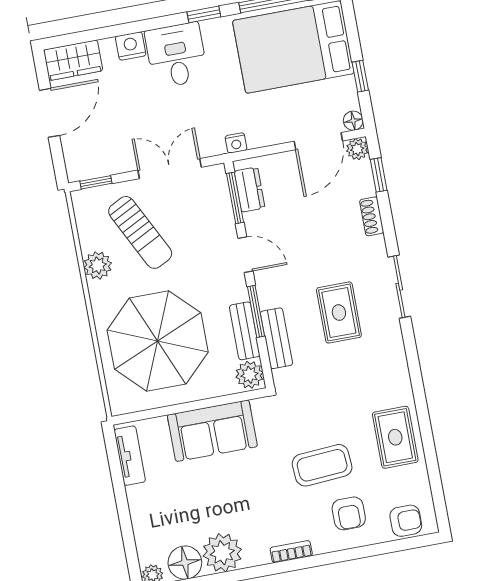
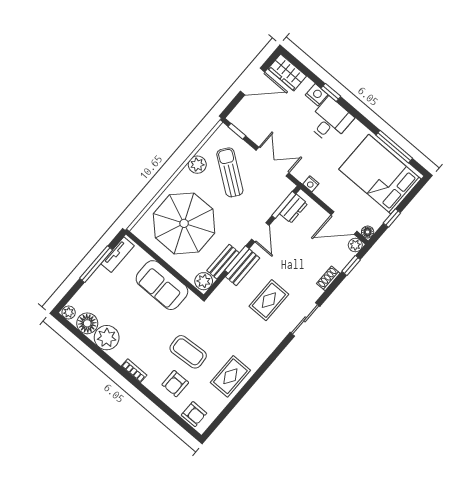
window: (204, 14) -> (331, 92), moved
sun lounger: (140, 232) -> (230, 172), turned 153
bench: (276, 338) -> (243, 267), moved
window: (120, 492) -> (96, 264), added

